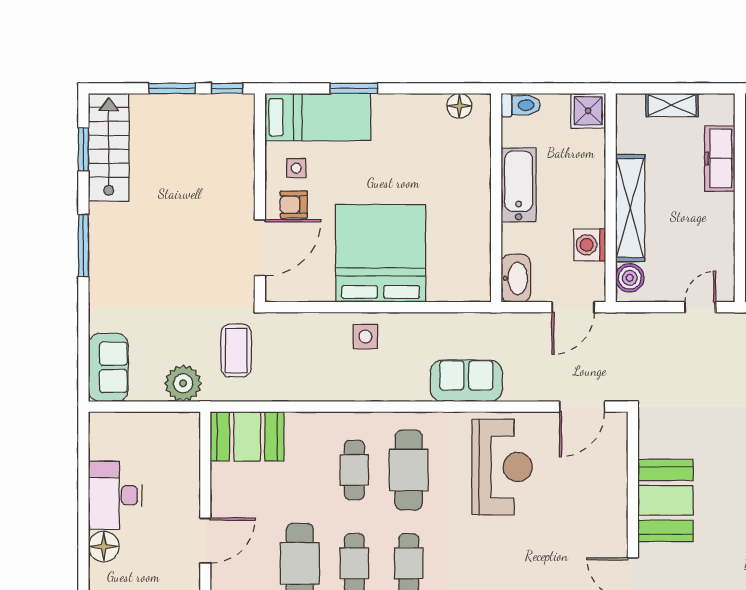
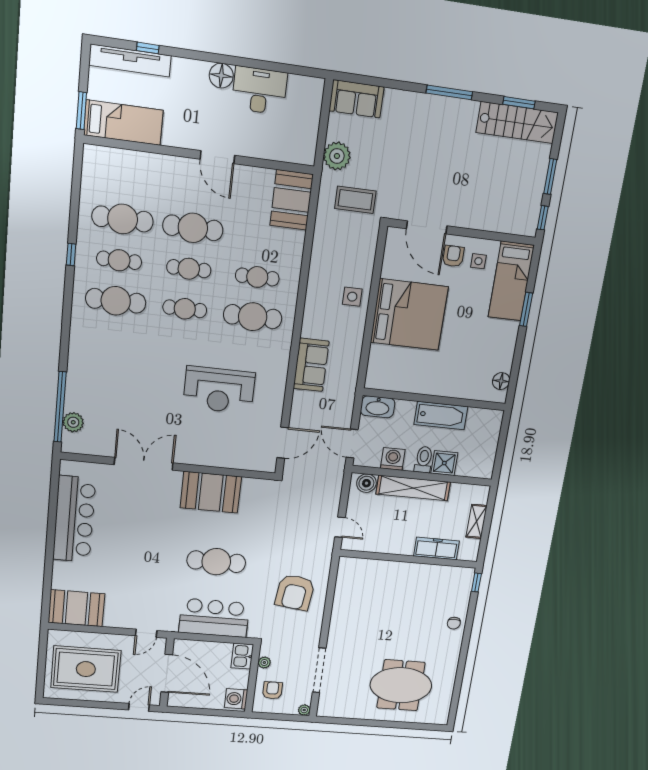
toilet: (521, 105) -> (424, 460), moved, turned 180
shower: (588, 111) -> (444, 463), moved
door: (582, 407) -> (283, 443), swing flipped
reception desk: (502, 467) -> (219, 390), moved

